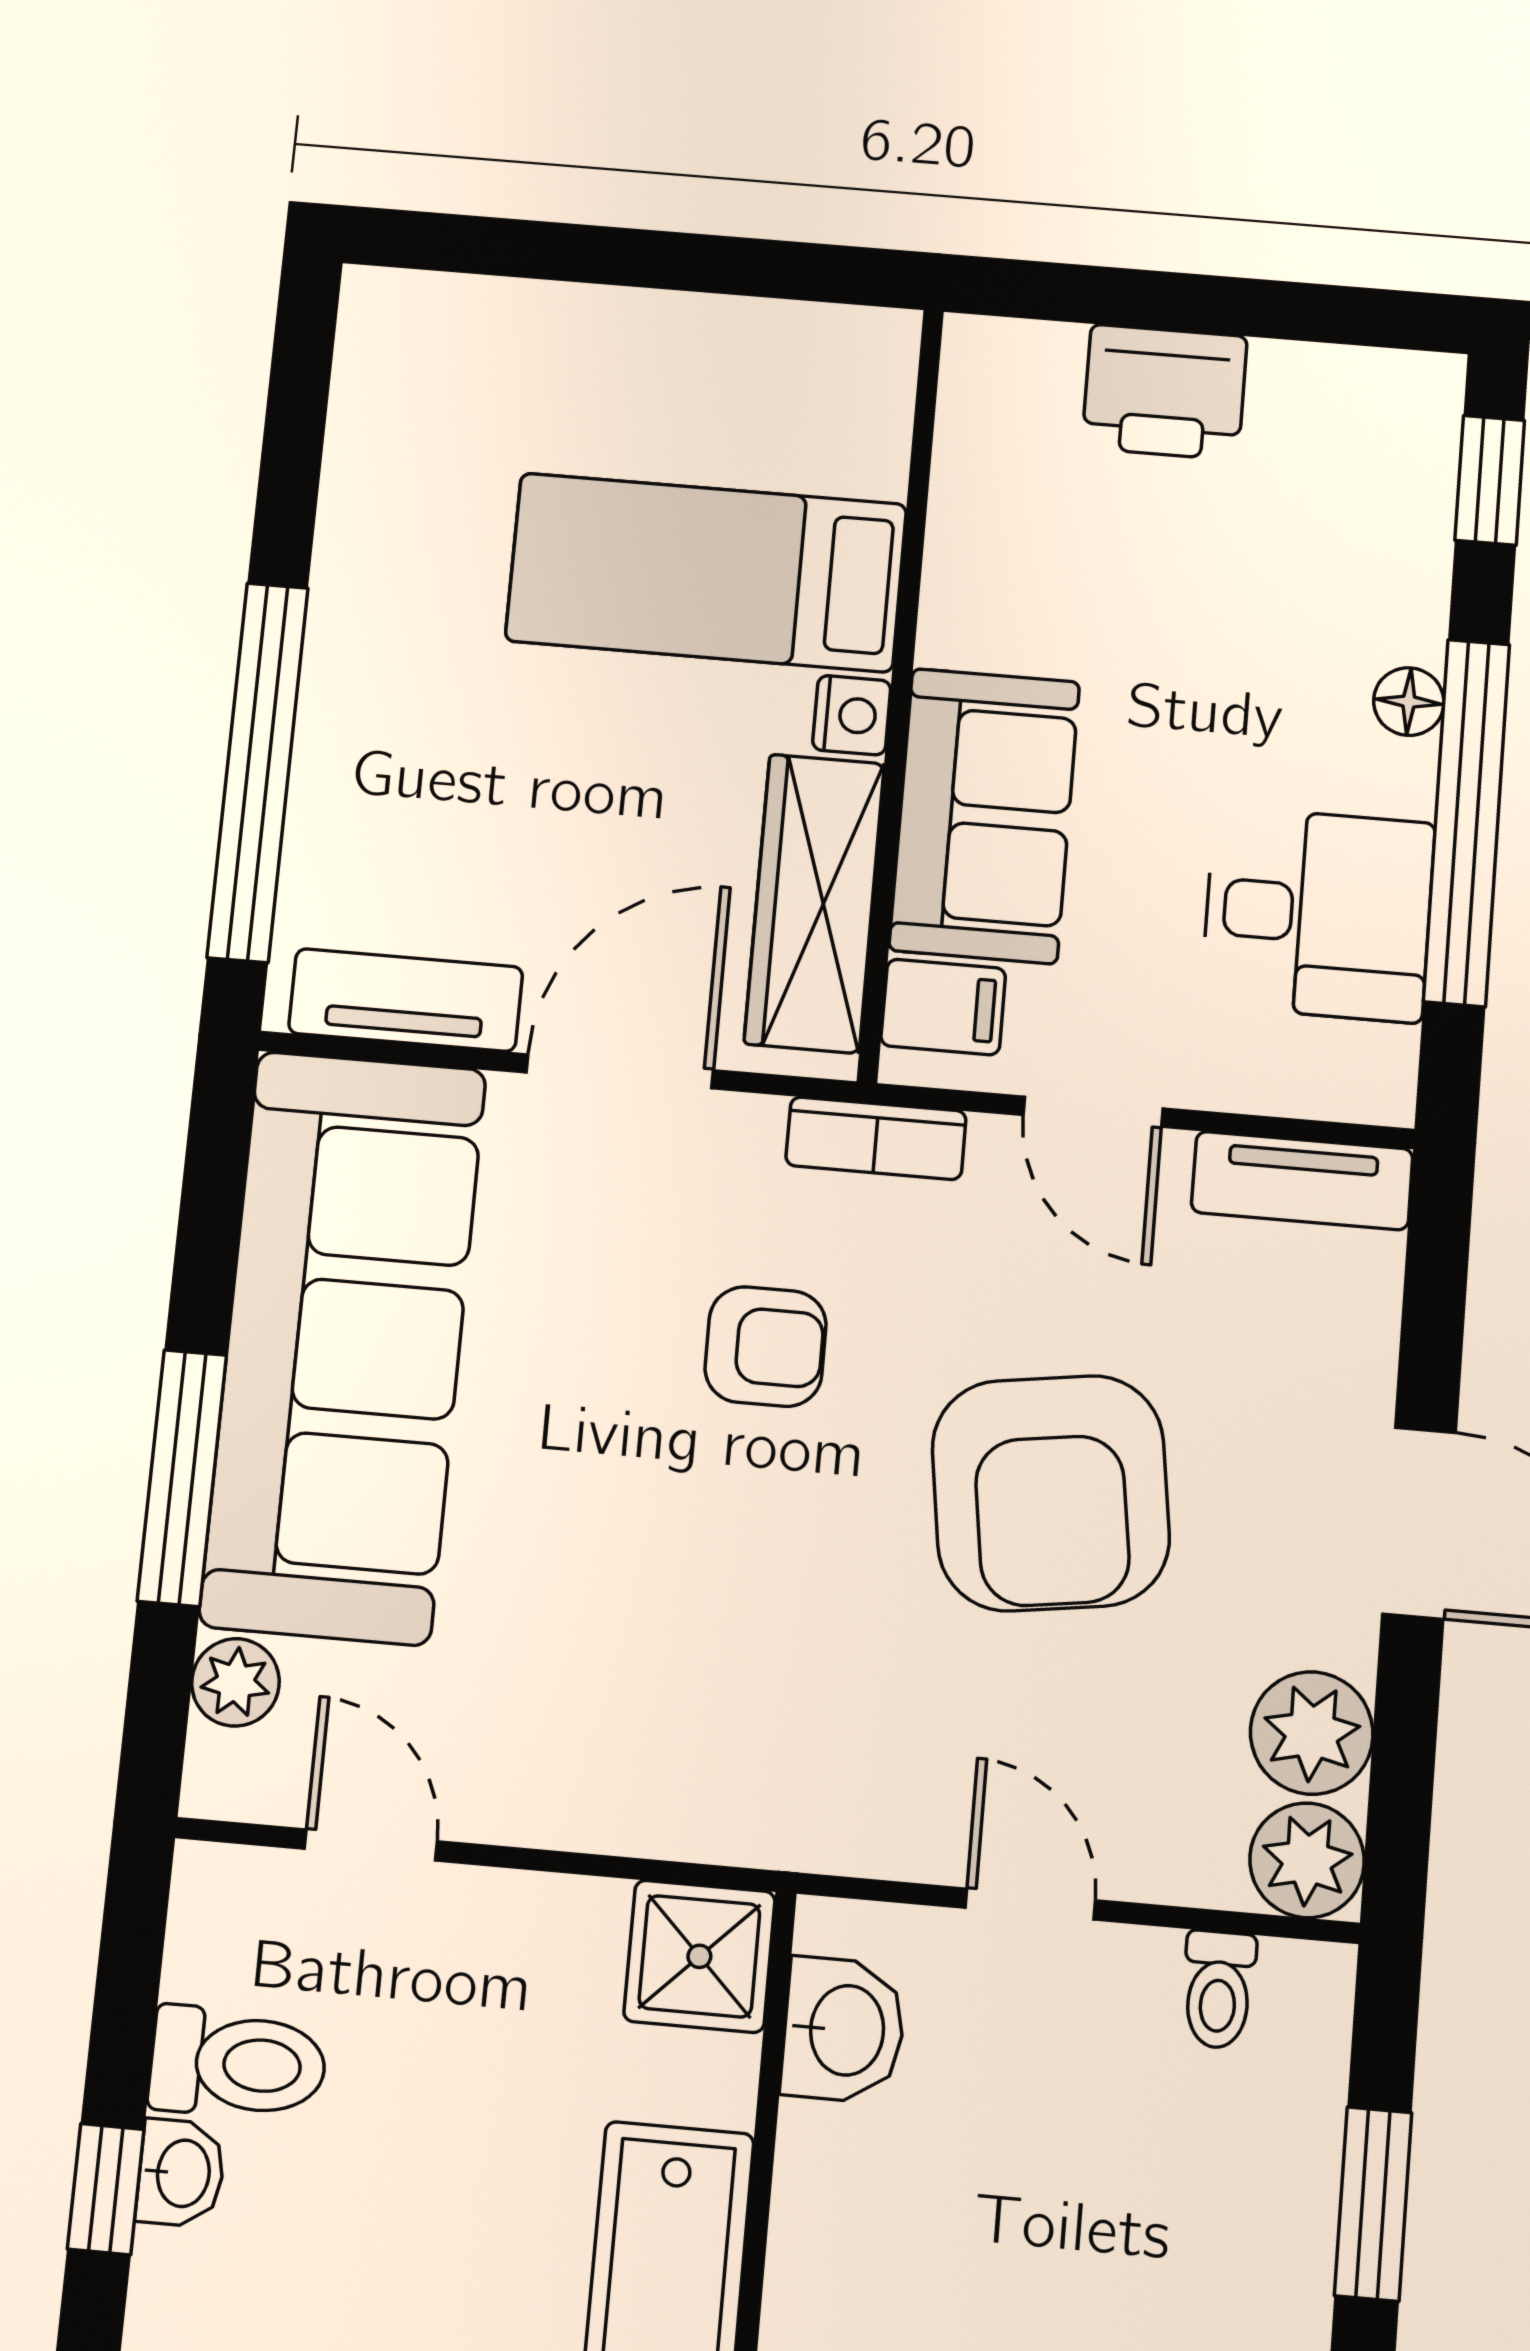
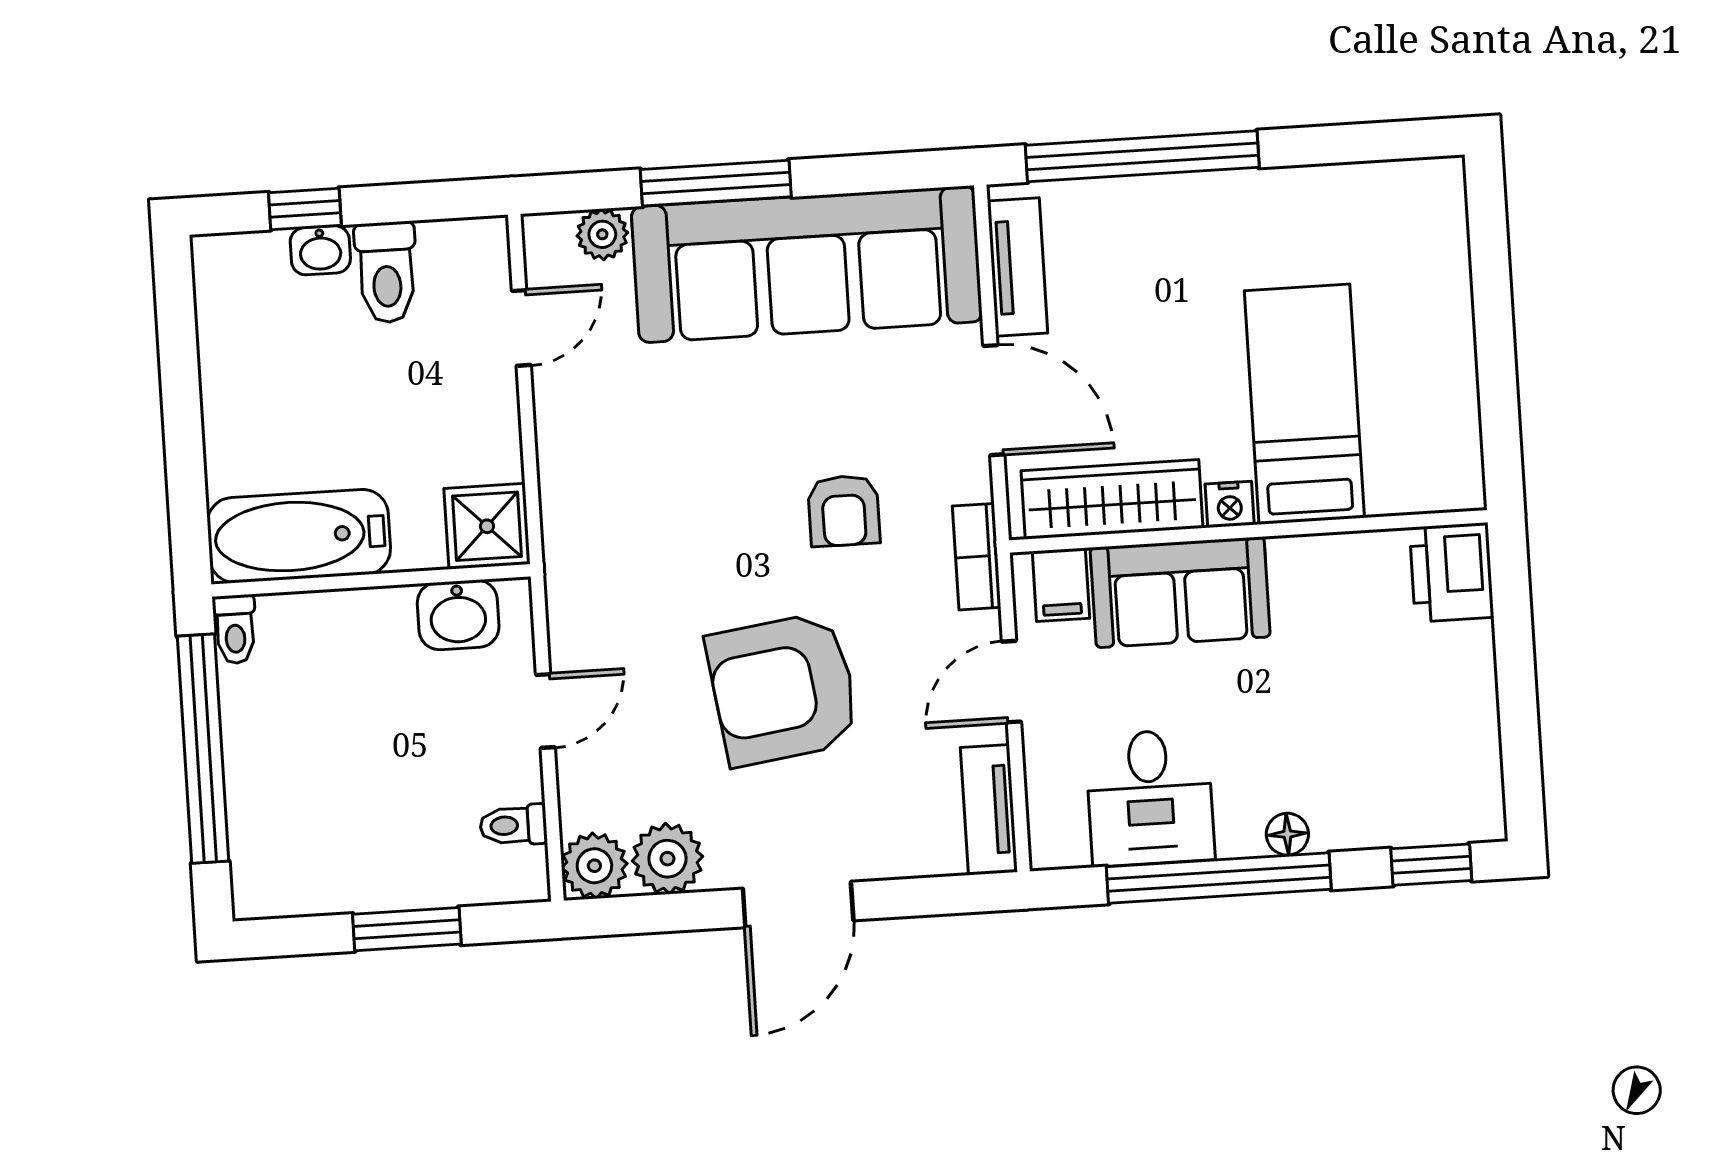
printer: (1164, 392) -> (1452, 572), moved

